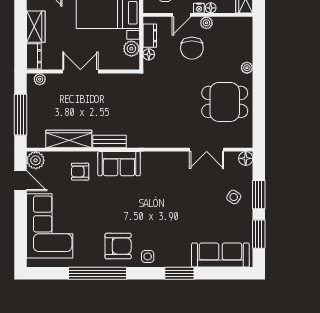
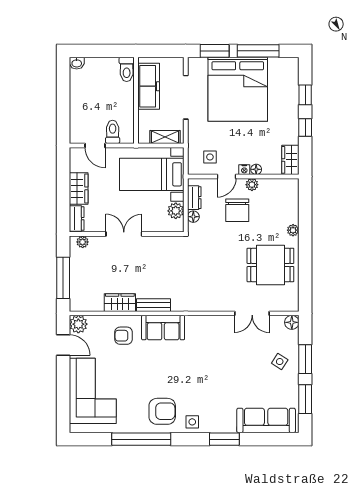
wardrobe: (69, 139) -> (120, 303), width x0.67

